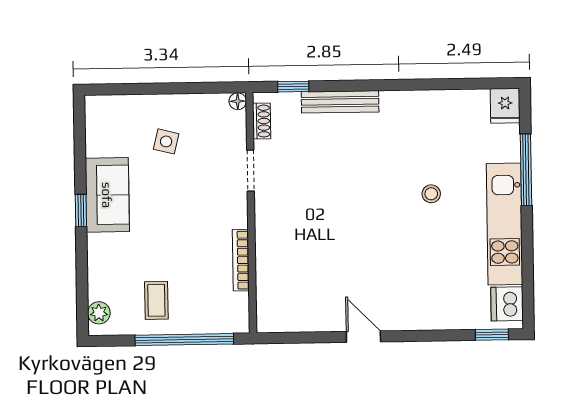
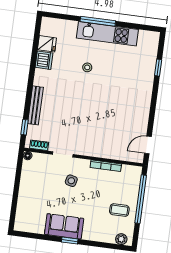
fridge: (505, 106) -> (47, 44), moved
side table: (166, 141) -> (71, 181), moved
window: (526, 170) -> (98, 21), moved
dishwasher: (507, 304) -> (44, 60), moved, turned -90
window: (492, 335) -> (158, 68), moved
door: (363, 337) -> (148, 145), moved

